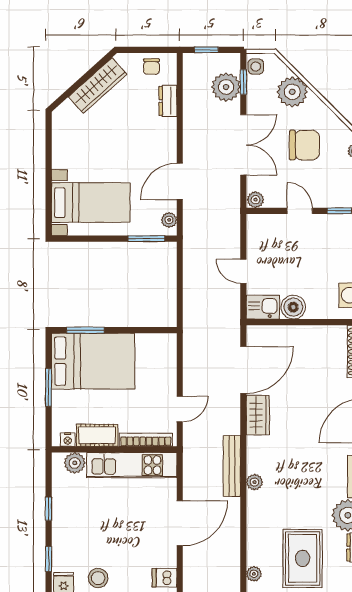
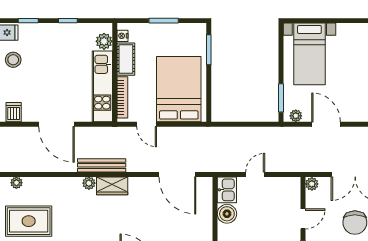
bed: (93, 361) -> (179, 89), moved, turned 180
wardrobe: (258, 415) -> (112, 186), moved

